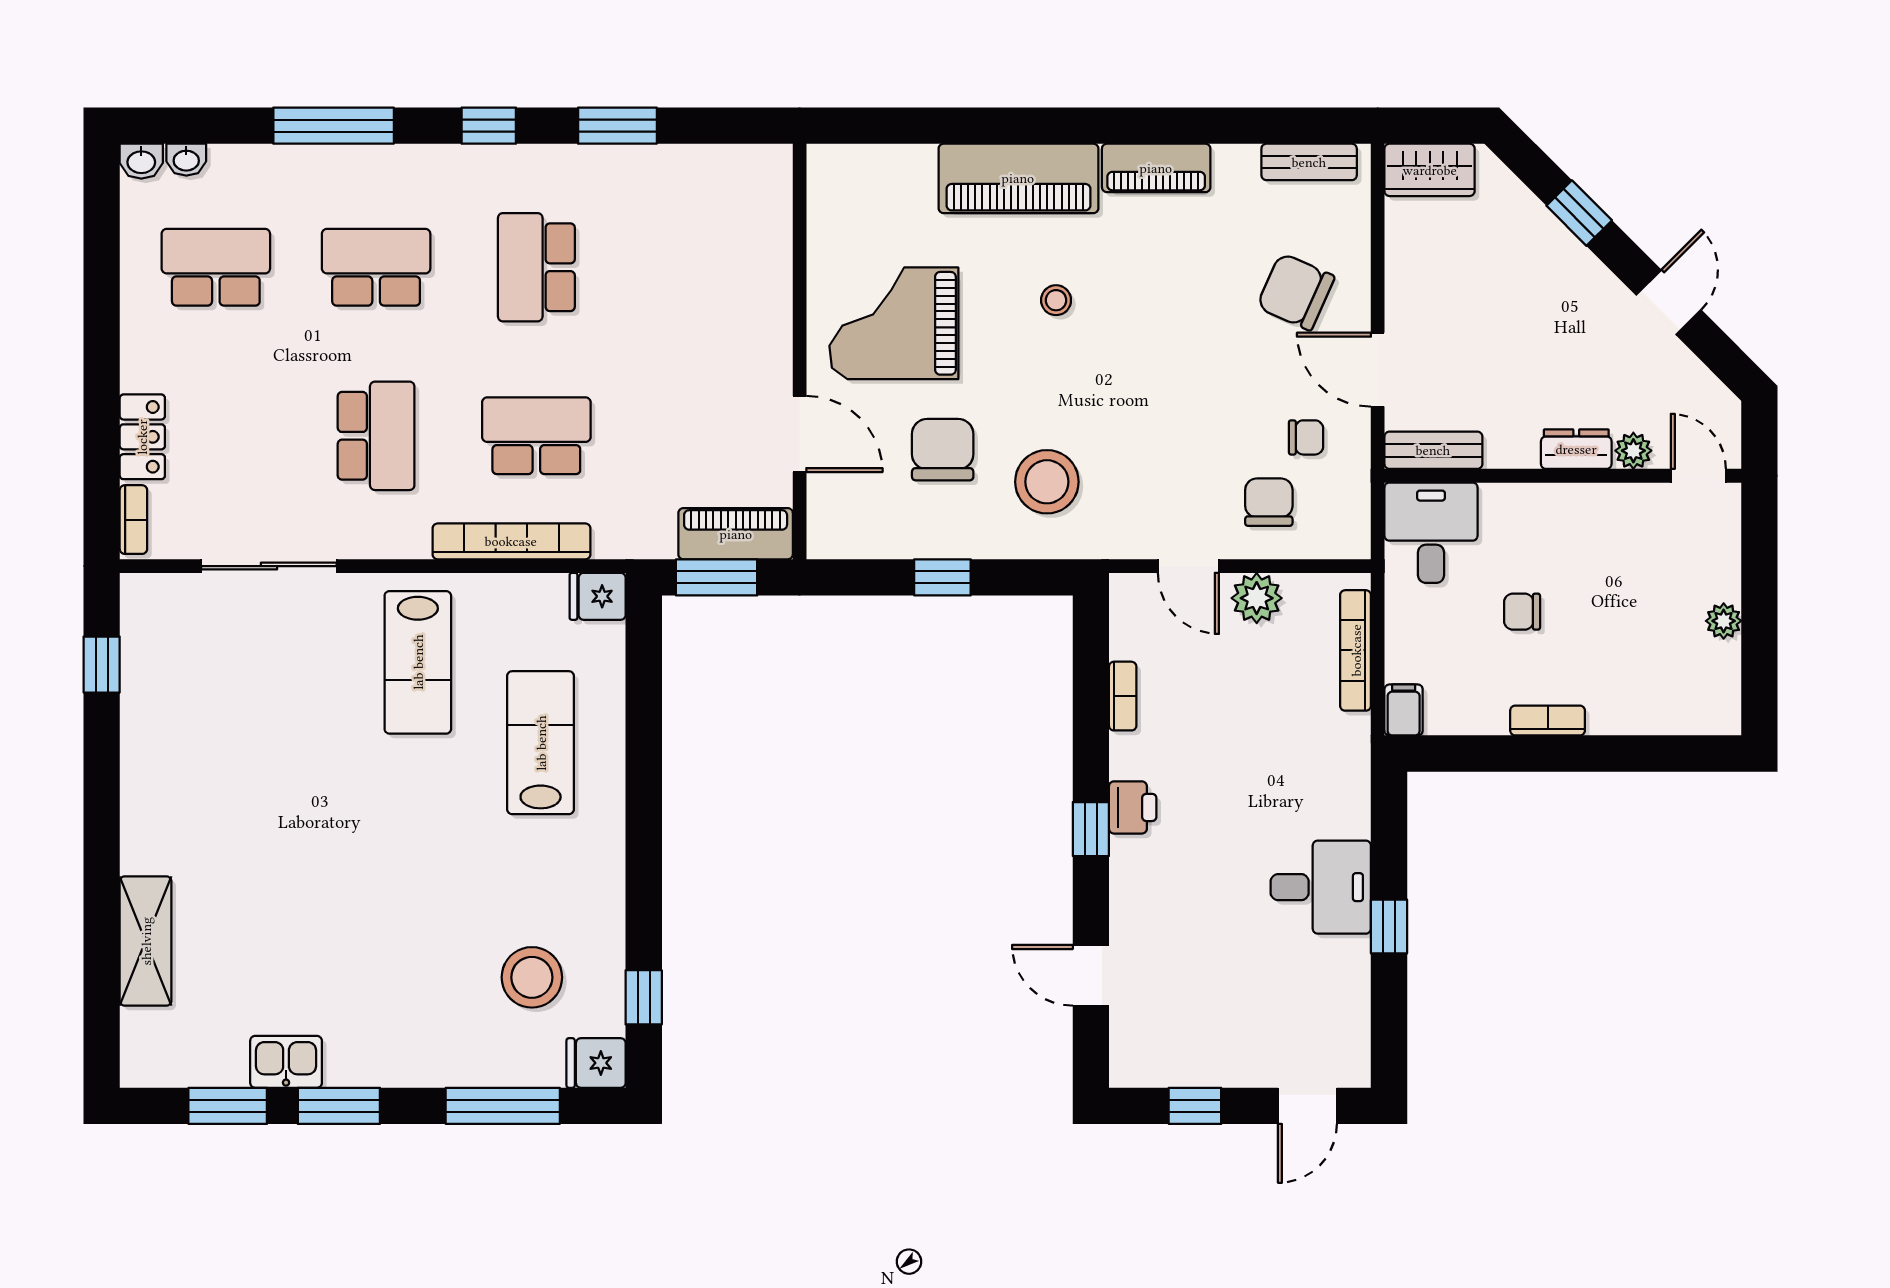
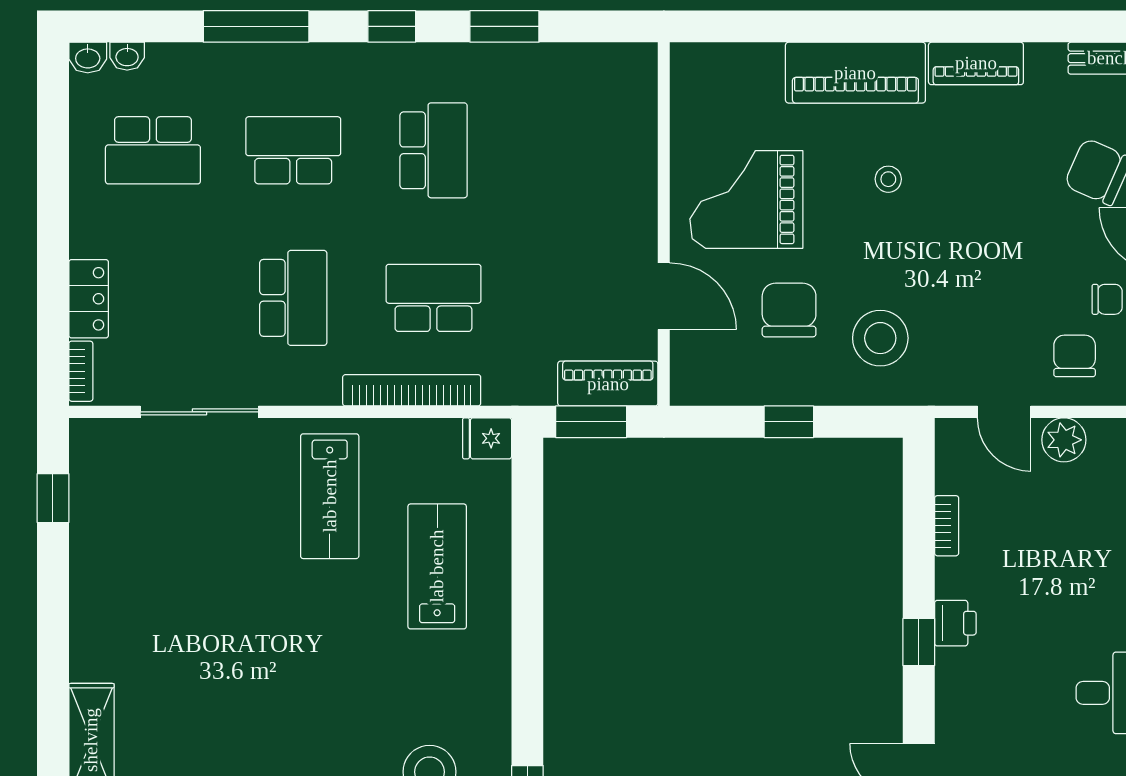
school desk: (216, 267) -> (153, 150), turned 180
school desk: (536, 267) -> (433, 150), turned 180

